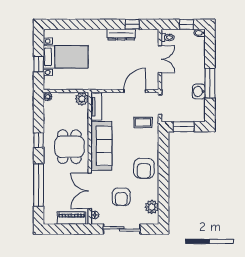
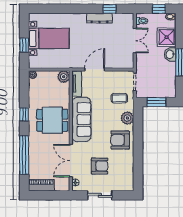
shower: (195, 55) -> (167, 37), added
door: (135, 91) -> (95, 70), moved
washbasin: (199, 92) -> (170, 54), moved
dining table: (69, 147) -> (52, 120), turned 90
armchair: (144, 168) -> (120, 140), turned 90
armchair: (121, 197) -> (100, 166), turned -90
plant: (152, 207) -> (127, 118), moved
piano: (72, 218) -> (41, 185), moved
sliding door: (122, 229) -> (100, 195), width x0.73

